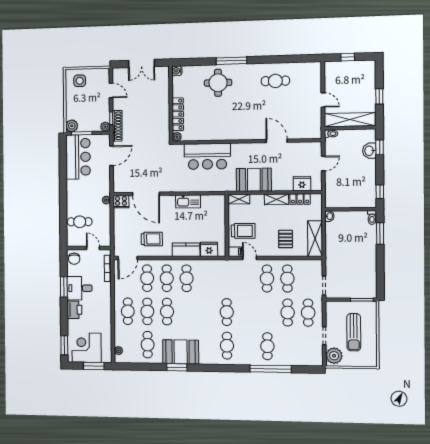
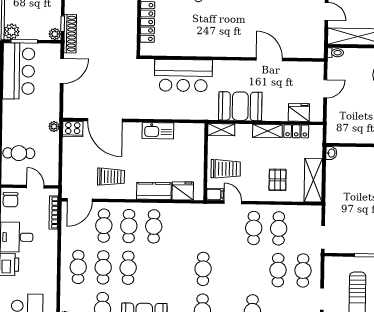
plant: (177, 137) -> (146, 50), removed

